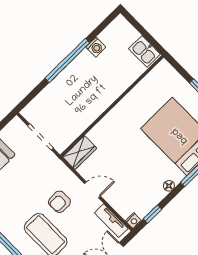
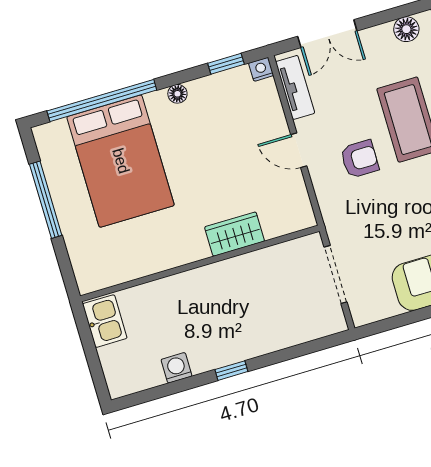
window: (67, 60) -> (231, 371), width x0.32
wardrobe: (80, 153) -> (235, 234), moved

